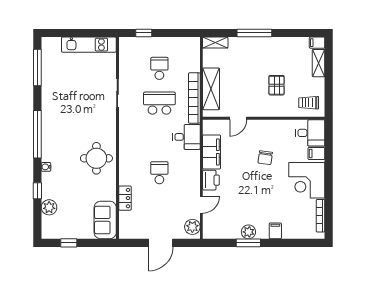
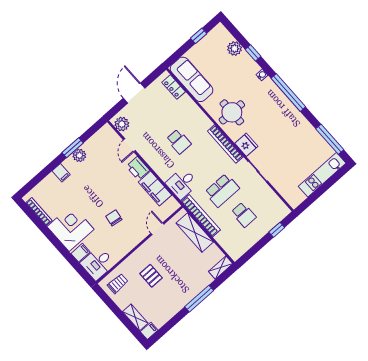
kitchen unit: (89, 45) -> (322, 175), moved
fridge: (108, 122) -> (246, 145), added
bookcase: (124, 138) -> (225, 144), added
locker: (125, 198) -> (174, 87), moved
sofa: (105, 220) -> (192, 79), width x1.36

